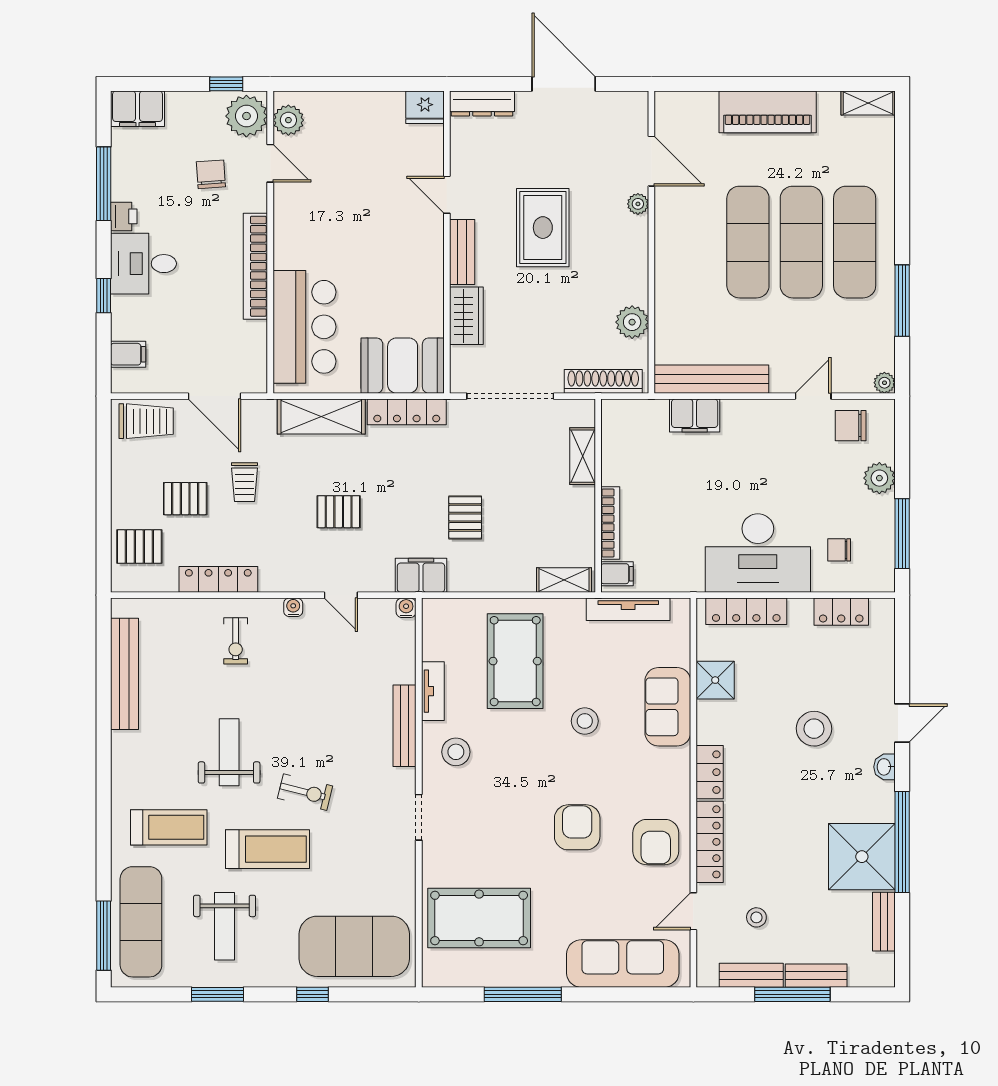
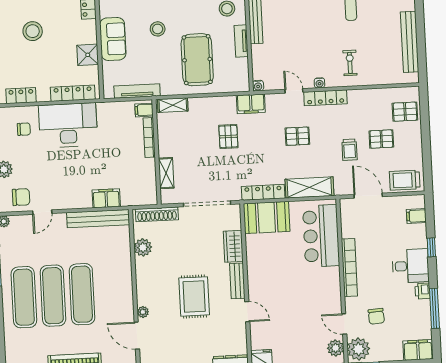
trolley: (244, 482) -> (349, 150), turned 180
locker: (218, 579) -> (325, 98), moved

